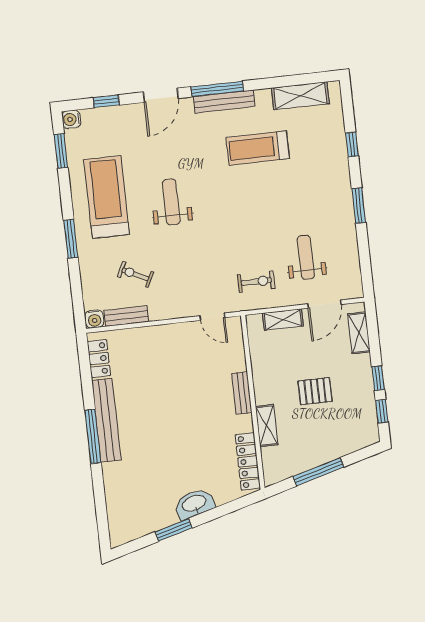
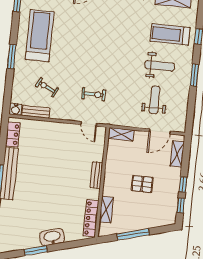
treadmill: (258, 148) -> (170, 34), moved
weight bench: (171, 202) -> (160, 66), moved, turned 90
exercise bike: (256, 282) -> (94, 94), moved
shelving: (283, 320) -> (121, 134), moved
shelving: (267, 426) -> (106, 210), moved

